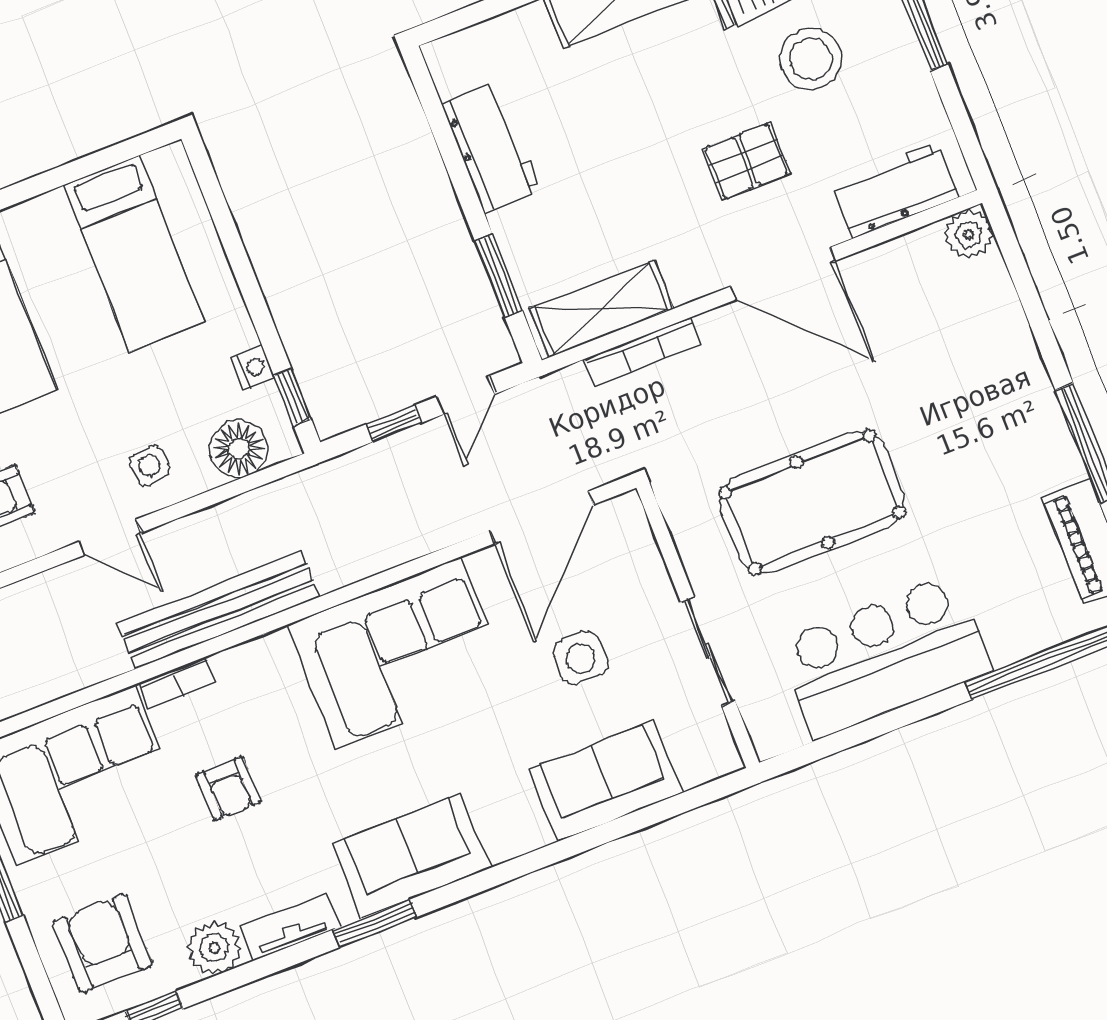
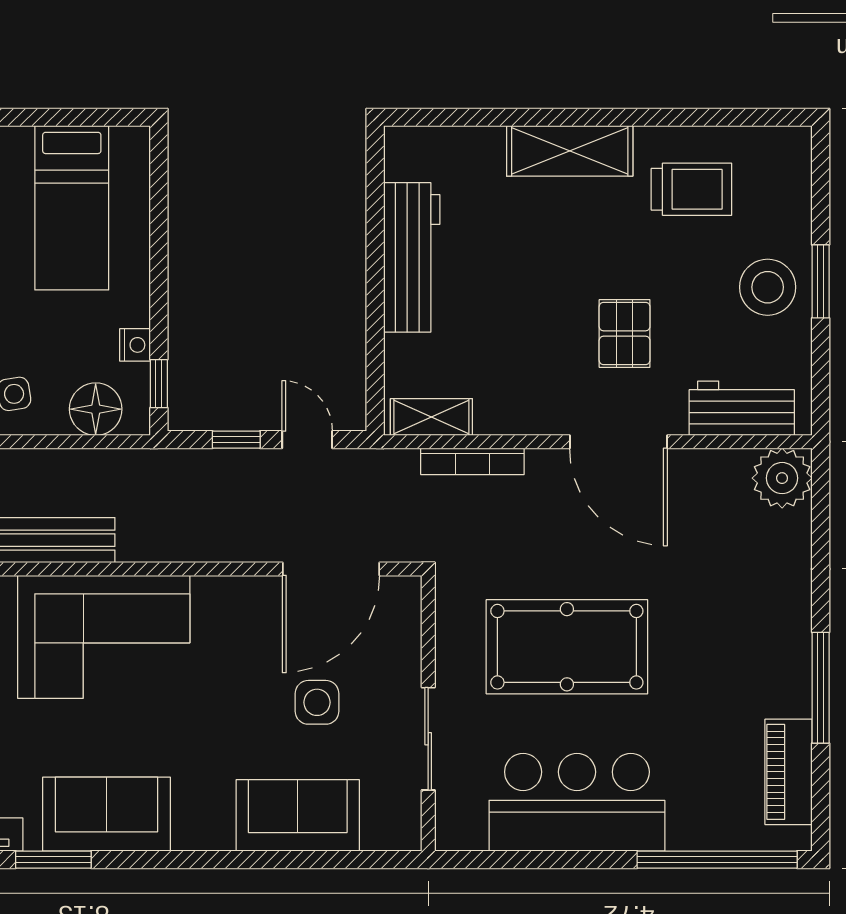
stool: (811, 59) -> (768, 287), moved
workbench: (491, 148) -> (412, 257), width x1.38
pallet: (746, 161) -> (625, 333), turned 90
plant: (969, 234) -> (782, 478), width x1.36, depth x1.36
window: (499, 276) -> (375, 349), removed
shelving: (601, 308) -> (431, 417), width x0.67, depth x0.75
door: (466, 395) -> (307, 440), swing flipped
corner sofa: (398, 653) -> (104, 637), moved

